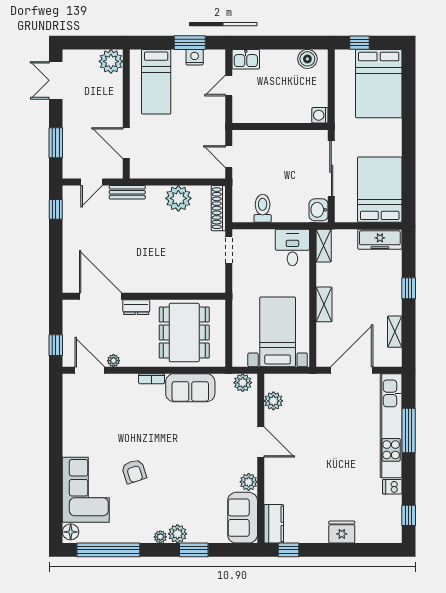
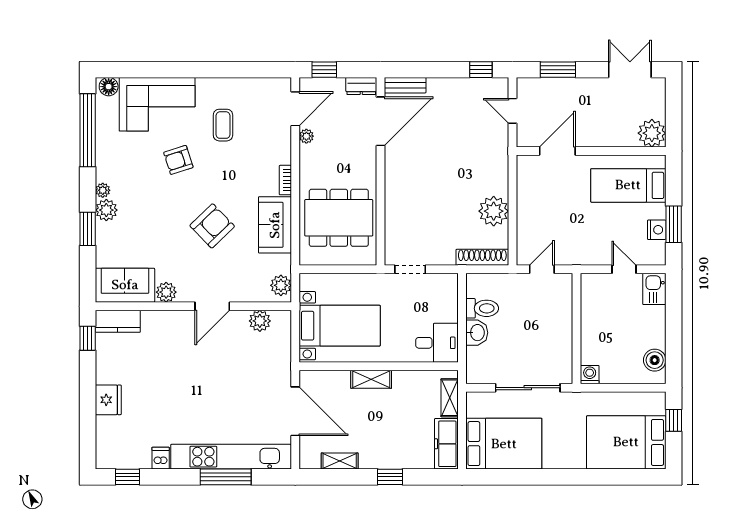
bench: (127, 192) -> (405, 85), moved, turned 90
washbasin: (319, 210) -> (477, 333), moved, turned 90
shelving: (324, 246) -> (450, 398), moved, turned 90
doorway: (229, 250) -> (410, 269), moved
dresser: (136, 307) -> (361, 86), moved, turned -90
coffee table: (104, 433) -> (223, 125), added
armchair: (191, 442) -> (212, 226), added

